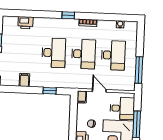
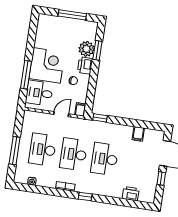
window: (139, 70) -> (15, 151), moved
window: (50, 91) -> (100, 118), moved
door: (99, 91) -> (61, 114), swing flipped

